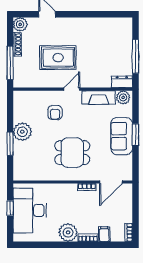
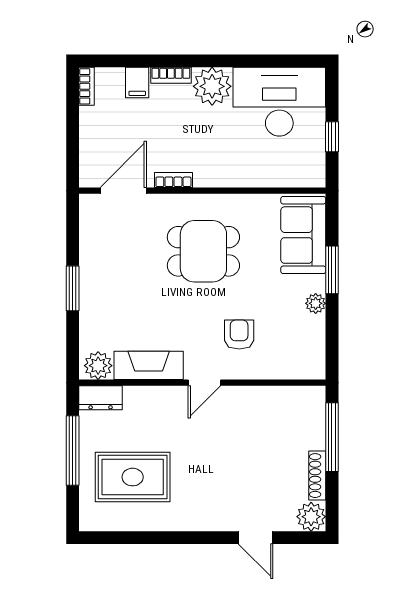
rug: (58, 58) -> (133, 477), moved
plant: (22, 132) -> (316, 303), width x0.53, depth x0.53
sofa: (122, 136) -> (303, 235), moved, turned 180
desk: (30, 210) -> (279, 102), moved, turned -90

